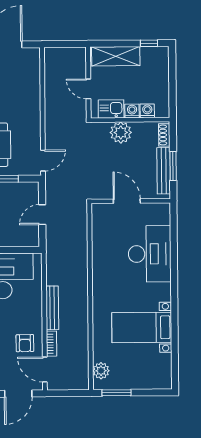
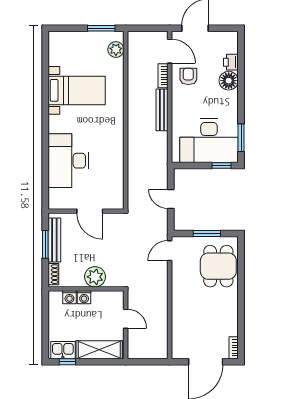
kitchen sink: (111, 109) -> (63, 350), moved, turned 180
door: (42, 215) -> (171, 199), swing flipped

